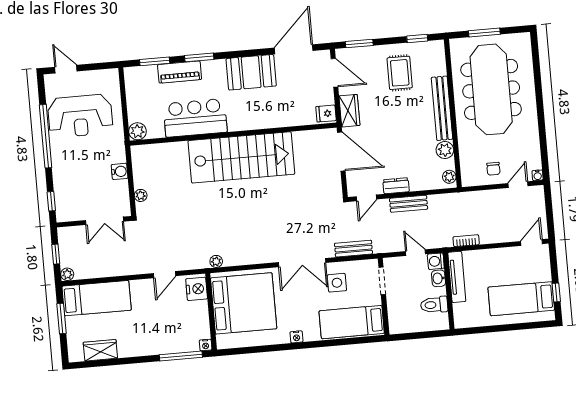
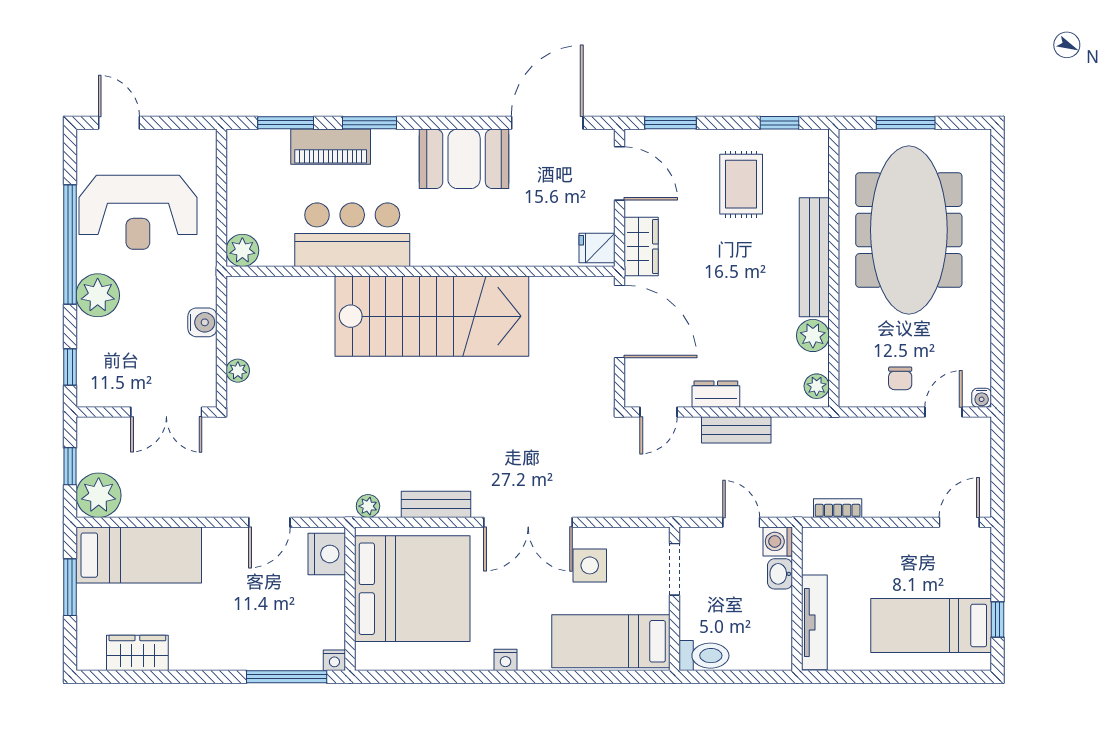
plant: (63, 162) -> (98, 295), added
bench: (353, 249) -> (436, 504), moved
plant: (67, 274) -> (99, 495), width x1.87, depth x1.87
tv unit: (457, 277) -> (814, 622), moved
toilet: (434, 305) -> (704, 656), moved, turned 180

